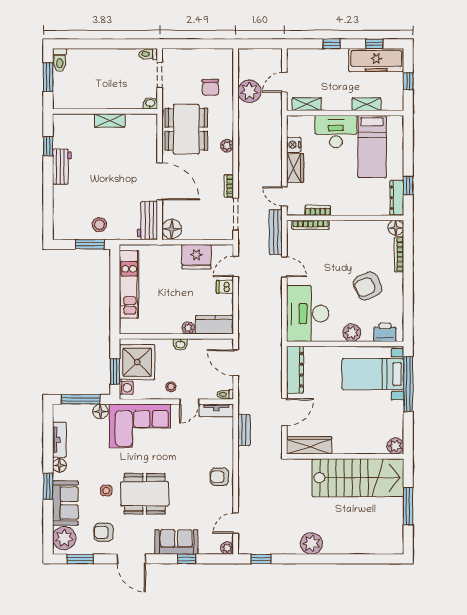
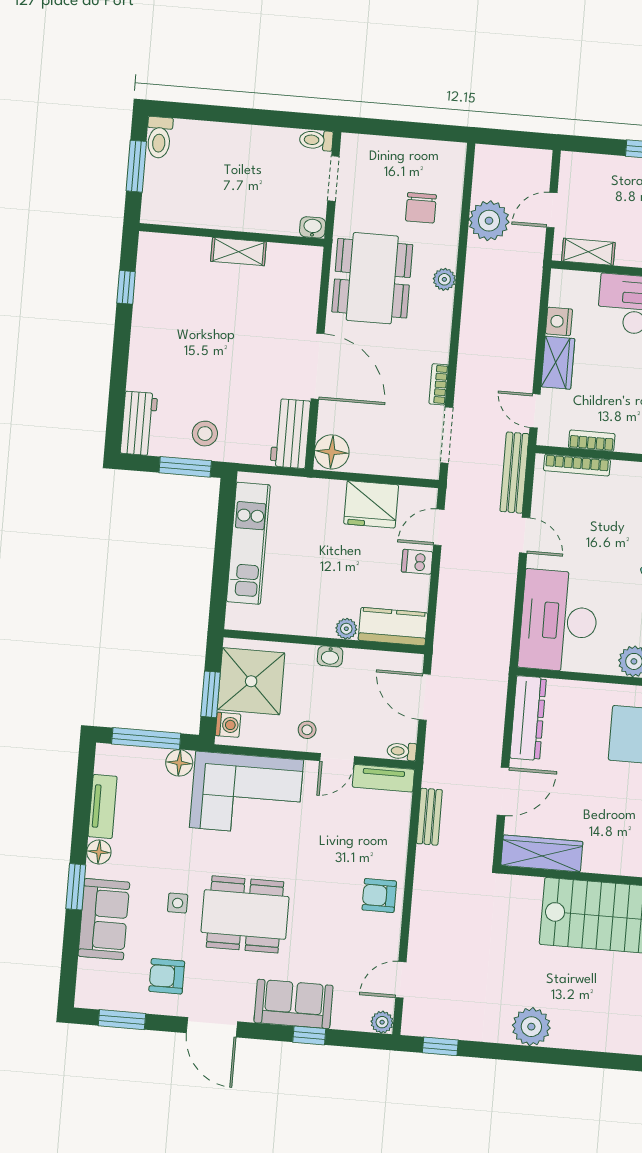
plant: (227, 146) -> (444, 279), moved
workbench: (62, 167) -> (139, 423), moved
plant: (64, 538) -> (97, 981), removed

